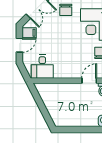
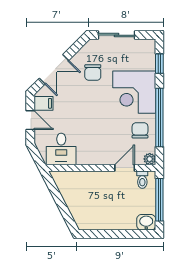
door: (19, 45) -> (30, 120), hinge flipped

